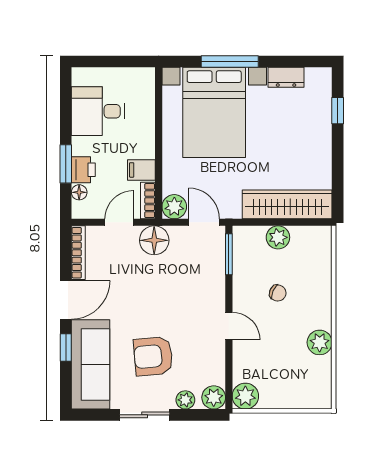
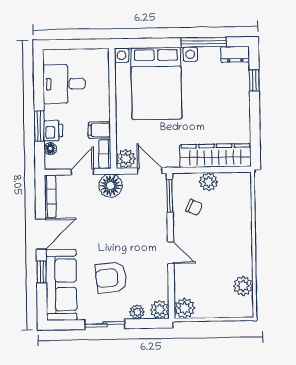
window: (230, 61) -> (204, 42), moved
dresser: (286, 77) -> (235, 54), moved
chair: (278, 293) -> (194, 207), moved
plant: (320, 342) -> (243, 286), moved

